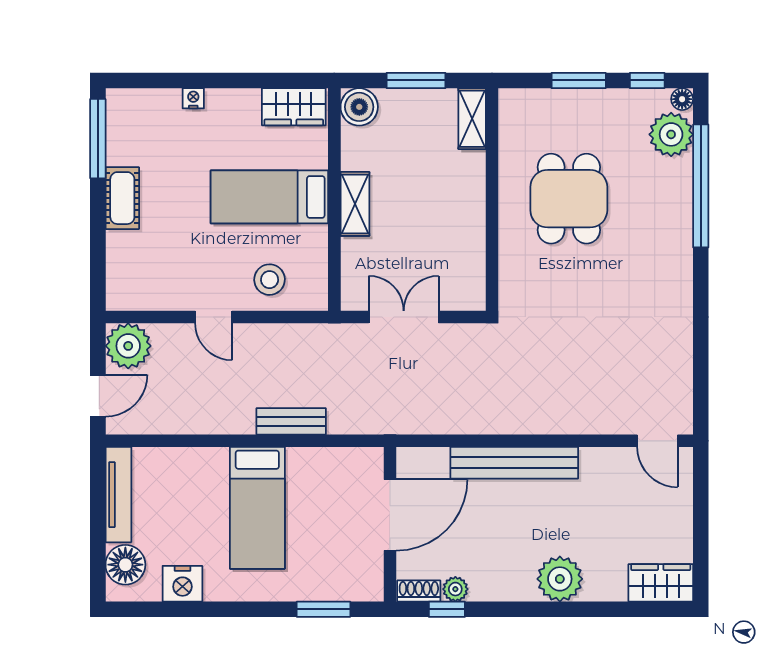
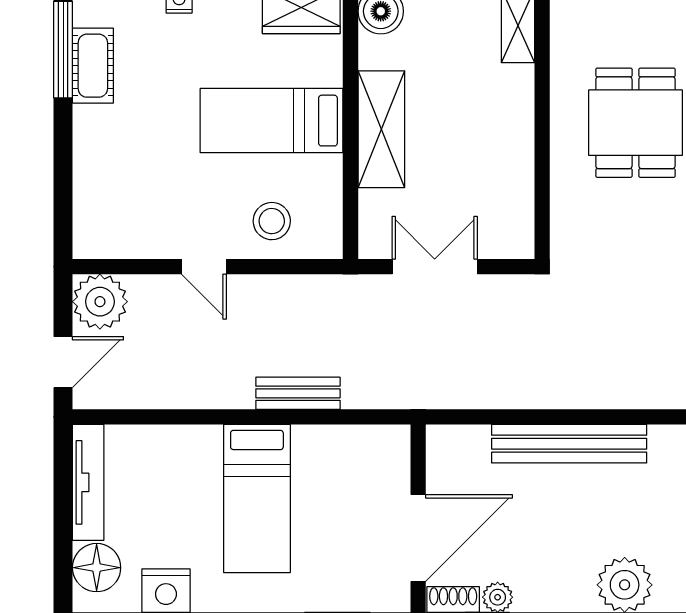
cot: (122, 198) -> (93, 66), moved
shelving: (355, 204) -> (381, 129), width x1.50, depth x1.33
door: (390, 515) -> (418, 538), moved

